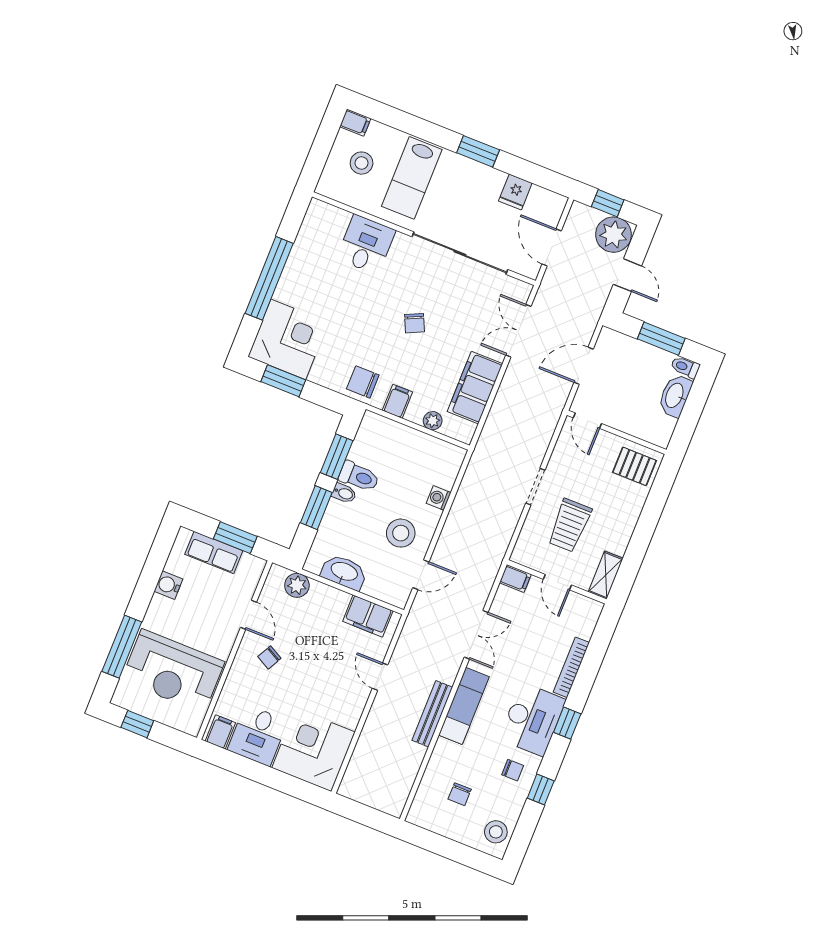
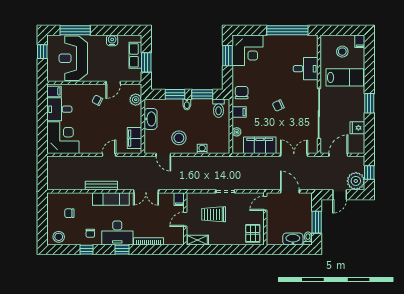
lab bench: (412, 178) -> (345, 77), turned 180
window: (269, 278) -> (287, 30), moved
toilet: (359, 477) -> (219, 108), moved

